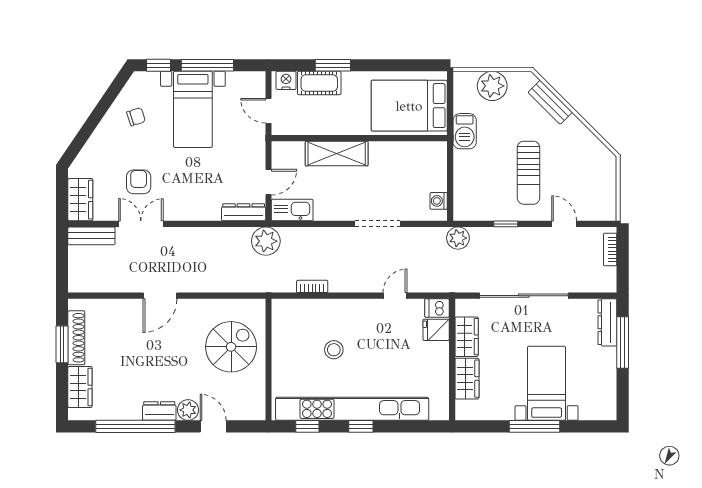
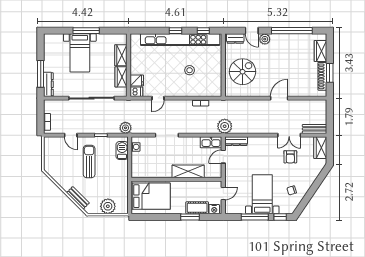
door: (269, 111) -> (223, 193), hinge flipped
barbecue: (465, 131) -> (122, 151), moved
spiral stairs: (231, 347) -> (243, 72), turned 180
dresser: (159, 411) -> (235, 39), moved

